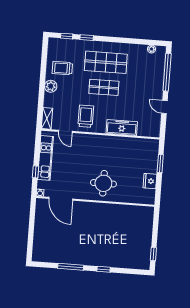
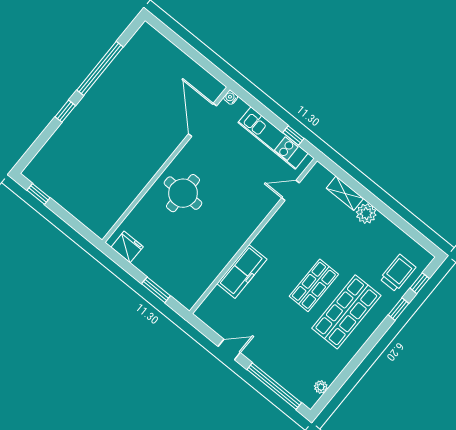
trolley: (62, 68) -> (398, 273), moved
trolley: (86, 116) -> (292, 233), removed
shelving: (47, 118) -> (345, 193), moved
window: (35, 172) -> (293, 135), moved
fridge: (150, 181) -> (127, 247), moved
door: (61, 199) -> (202, 120), hinge flipped
window: (71, 267) -> (100, 68), width x1.46

